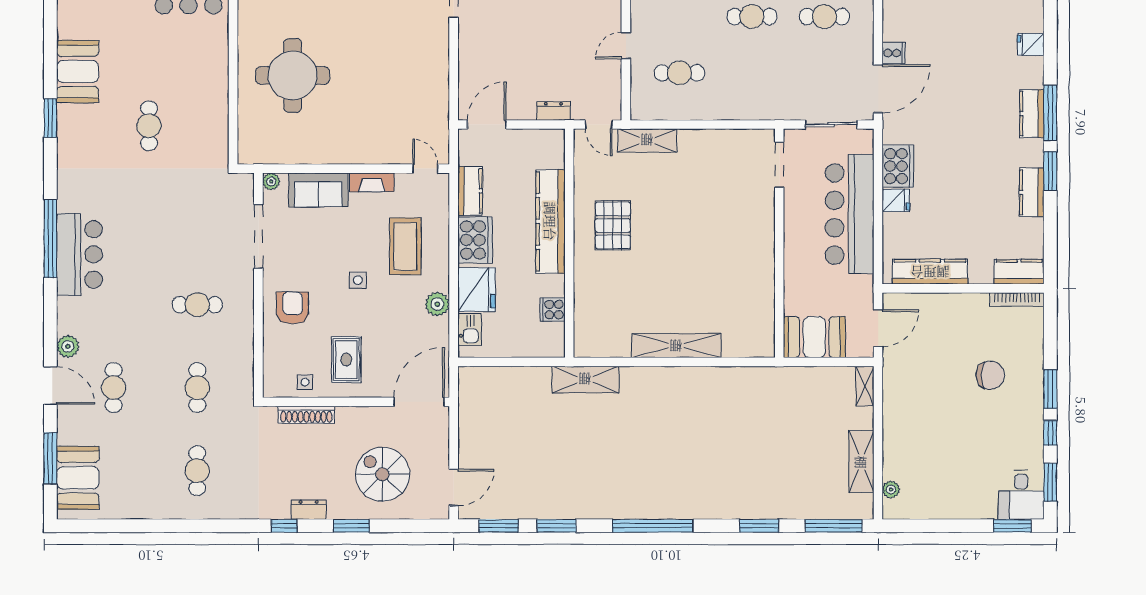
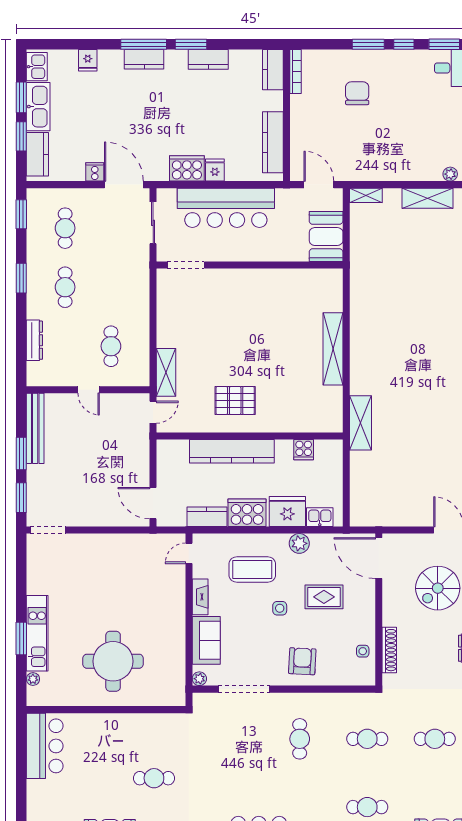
dresser: (553, 111) -> (142, 449), removed
armchair: (293, 308) -> (302, 661), turned 93
rug: (346, 360) -> (324, 597), moved

